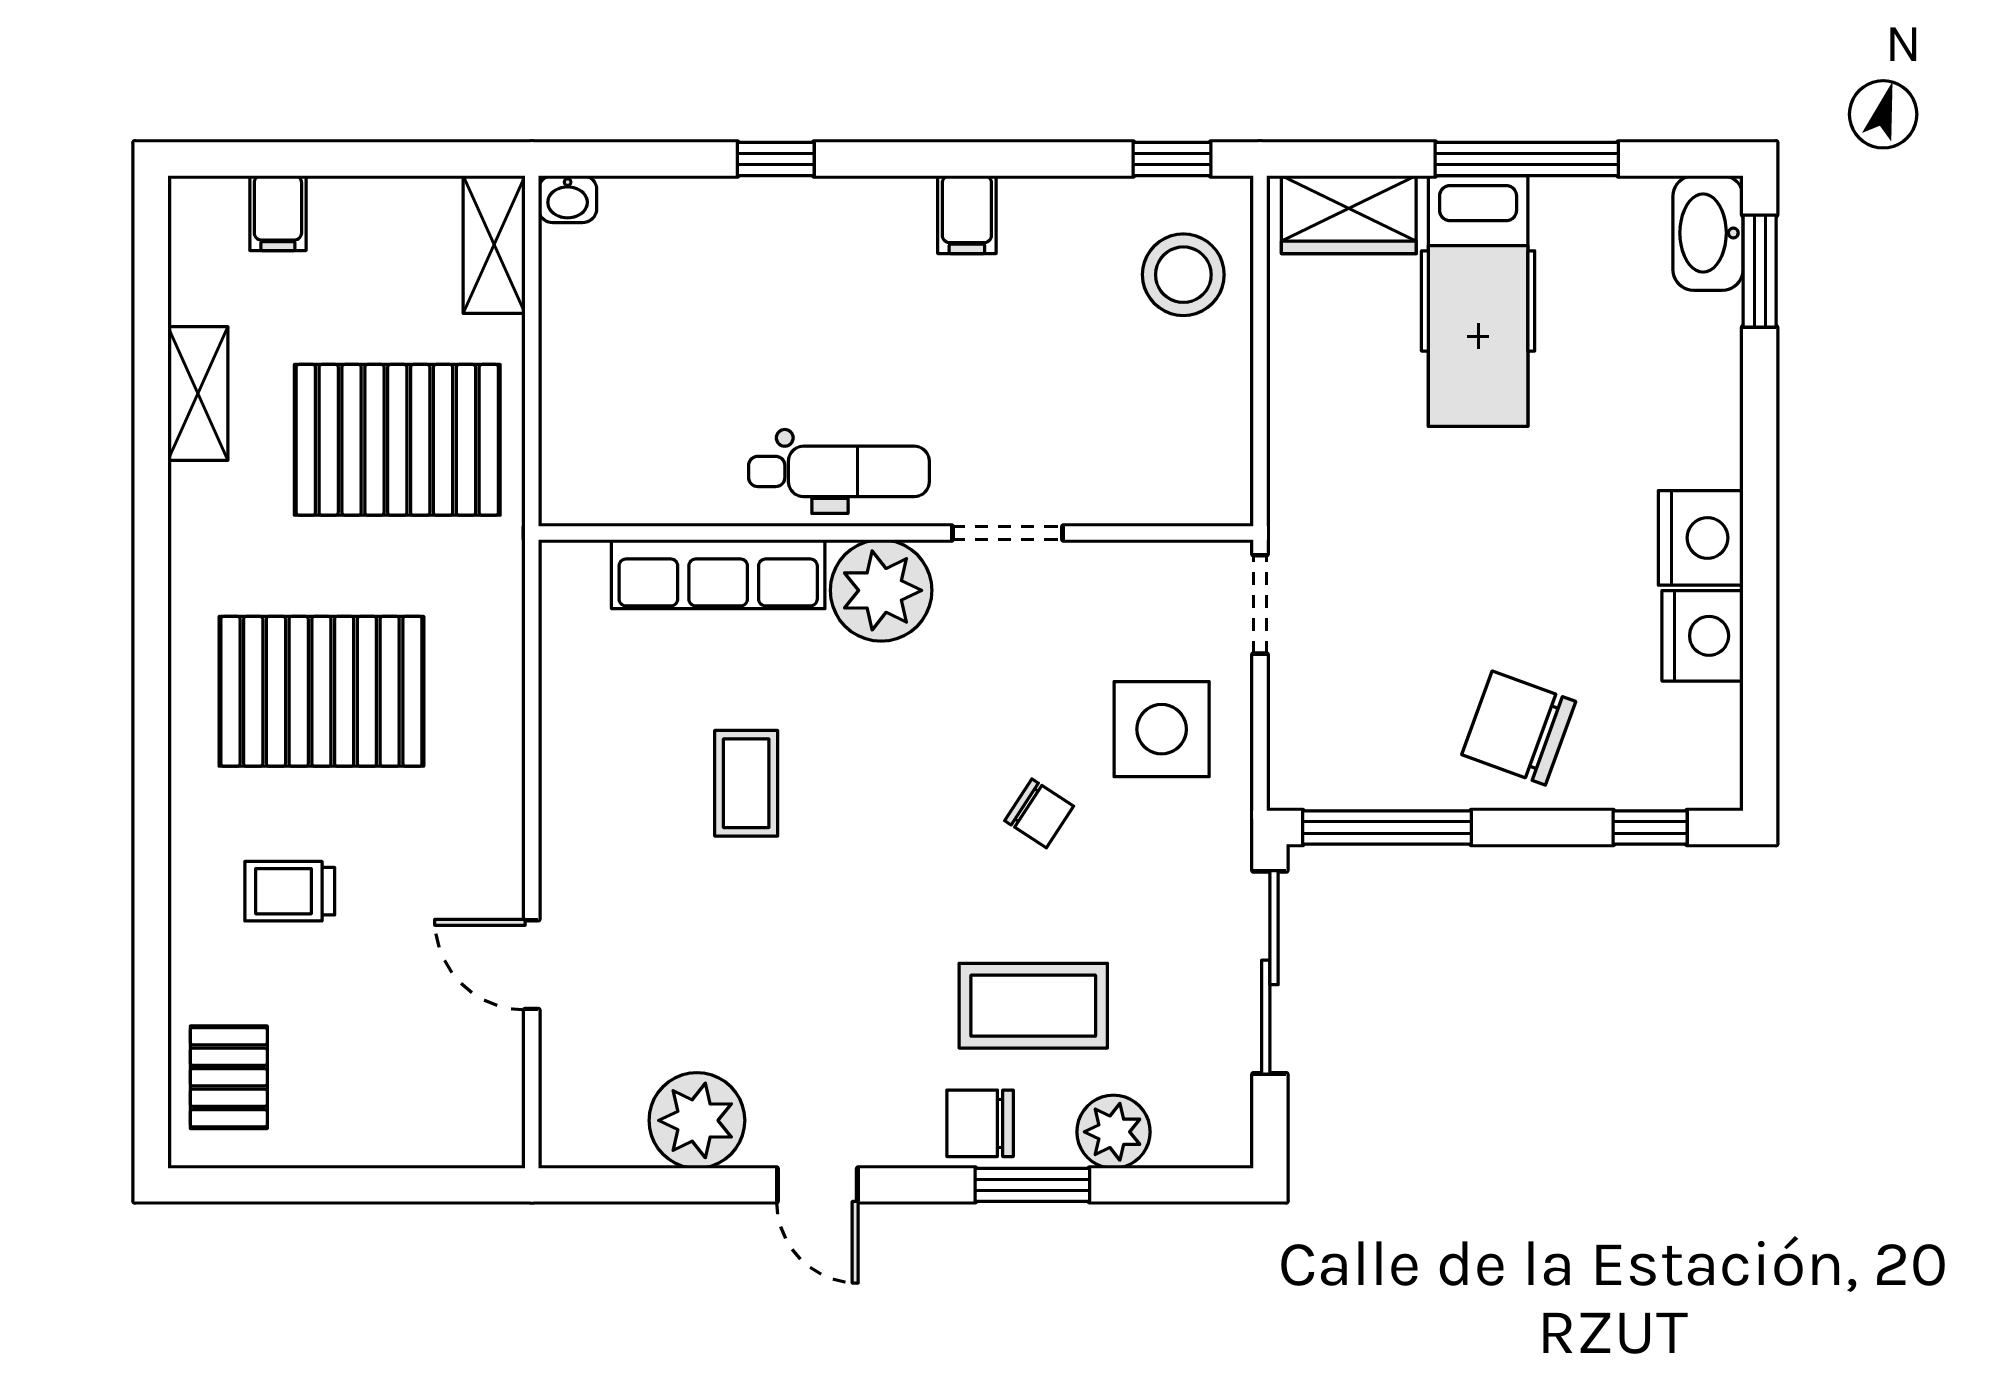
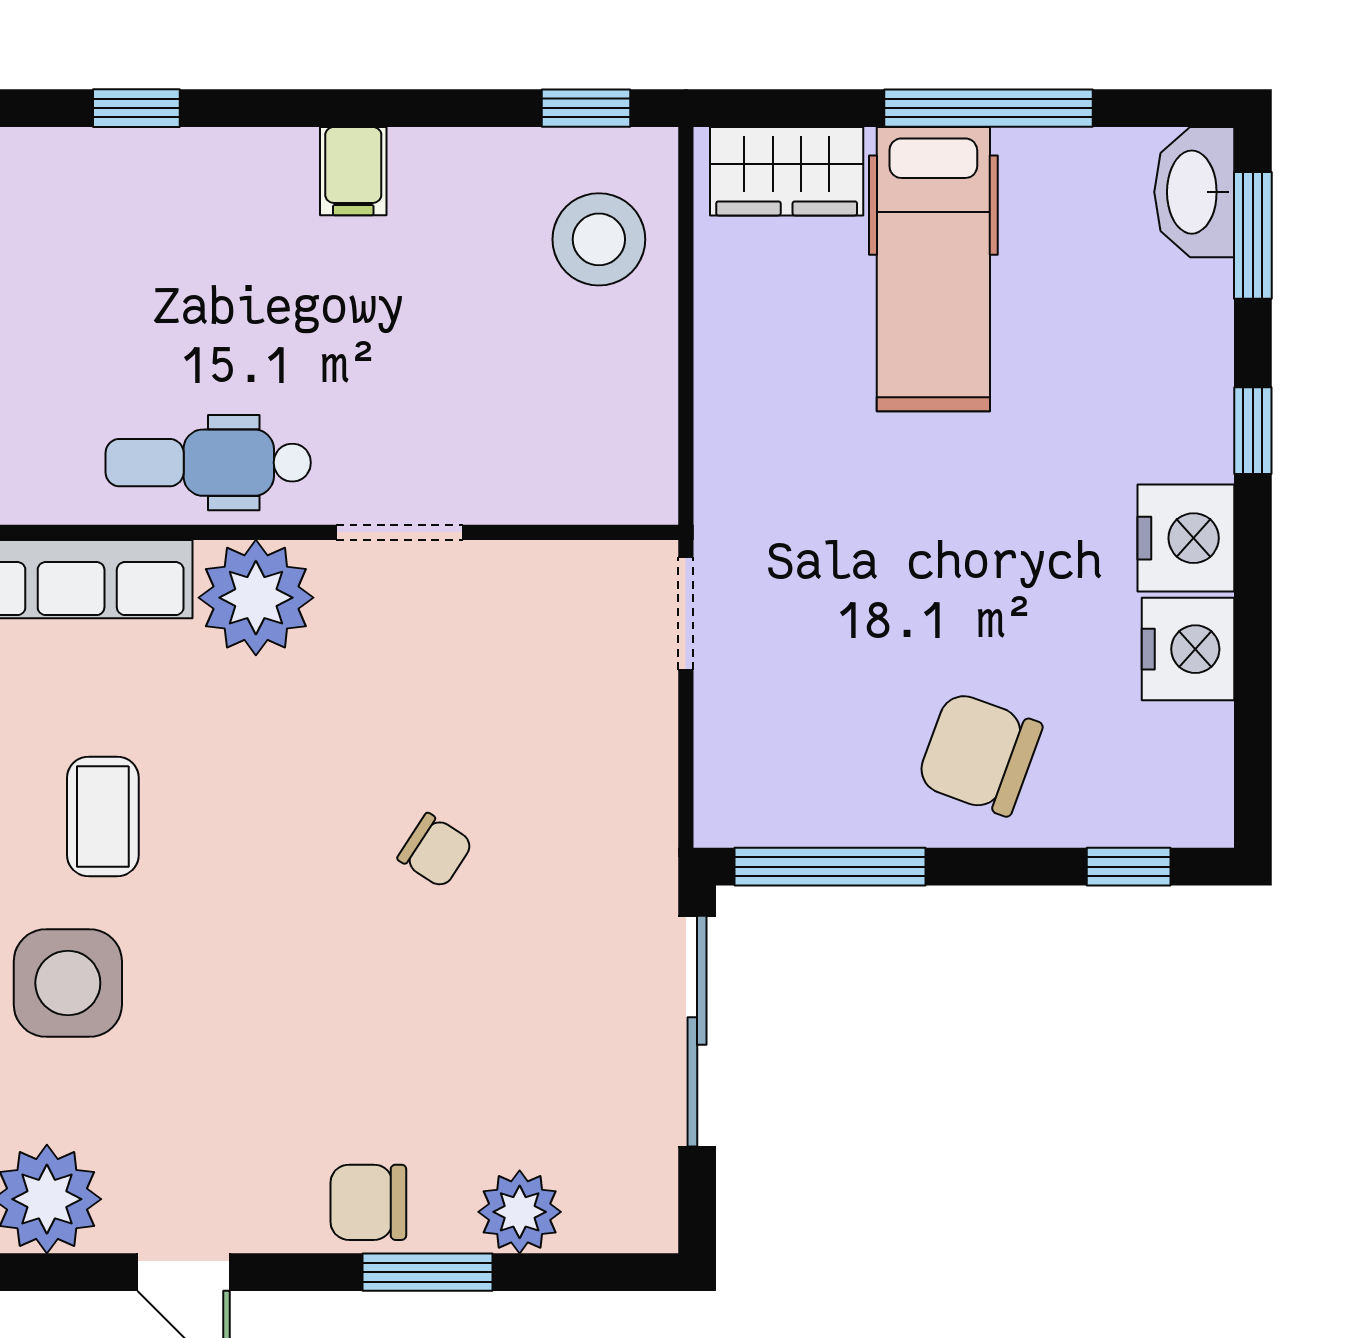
window: (1760, 443) -> (1253, 431), added
dental chair: (839, 471) -> (208, 463), turned 180
side table: (1162, 729) -> (68, 983), moved
coffee table: (1033, 1006) -> (429, 1069), removed

